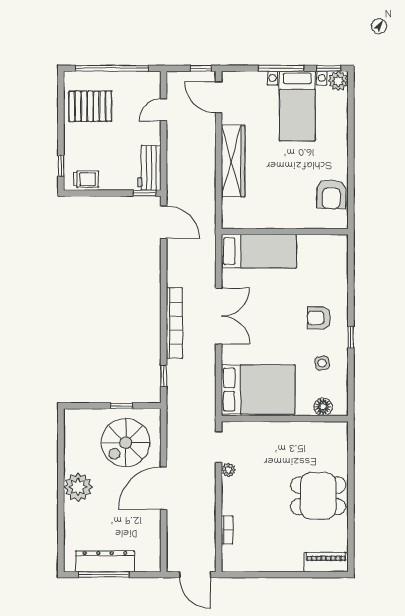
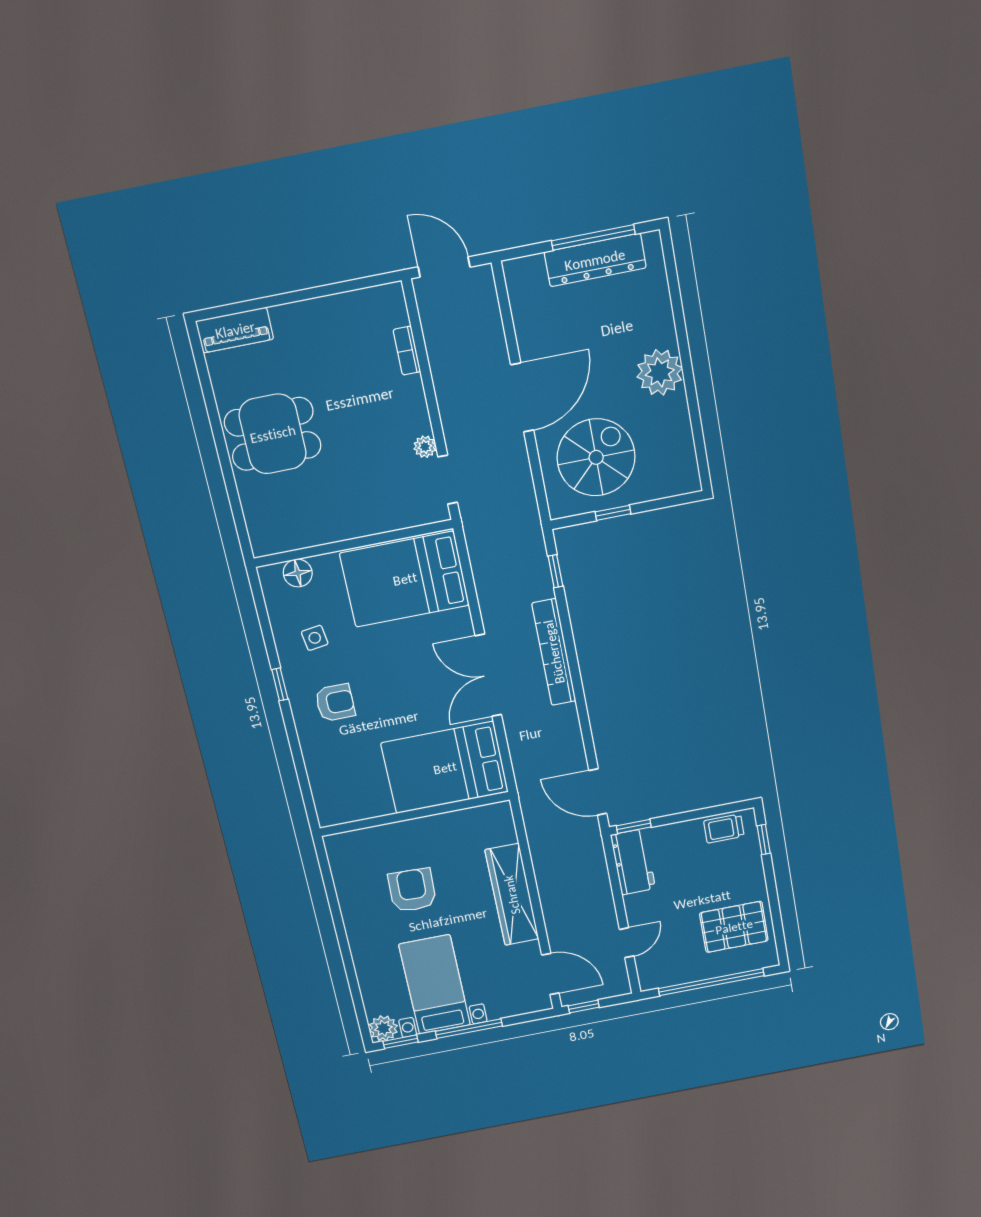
armchair: (331, 194) -> (412, 890), moved
bed: (259, 251) -> (445, 768), width x1.50

